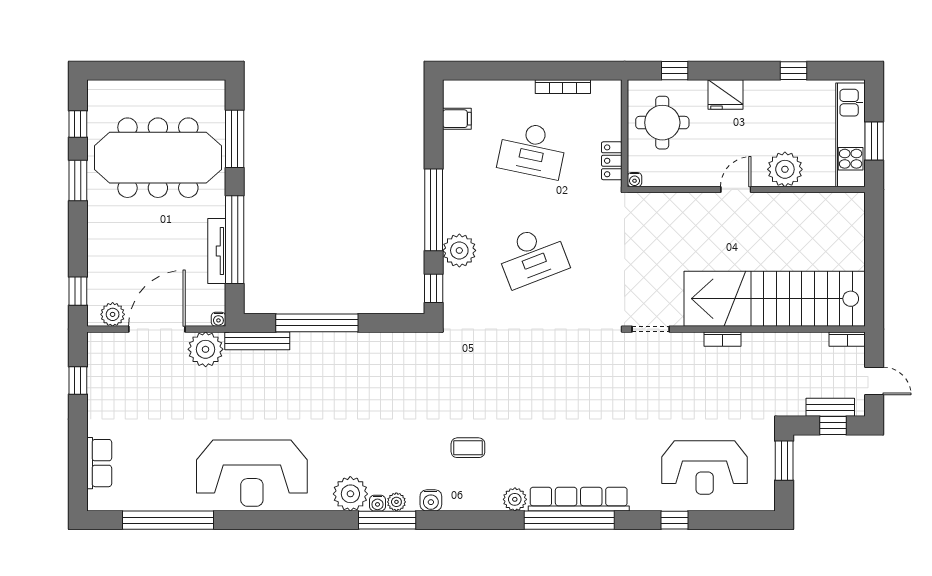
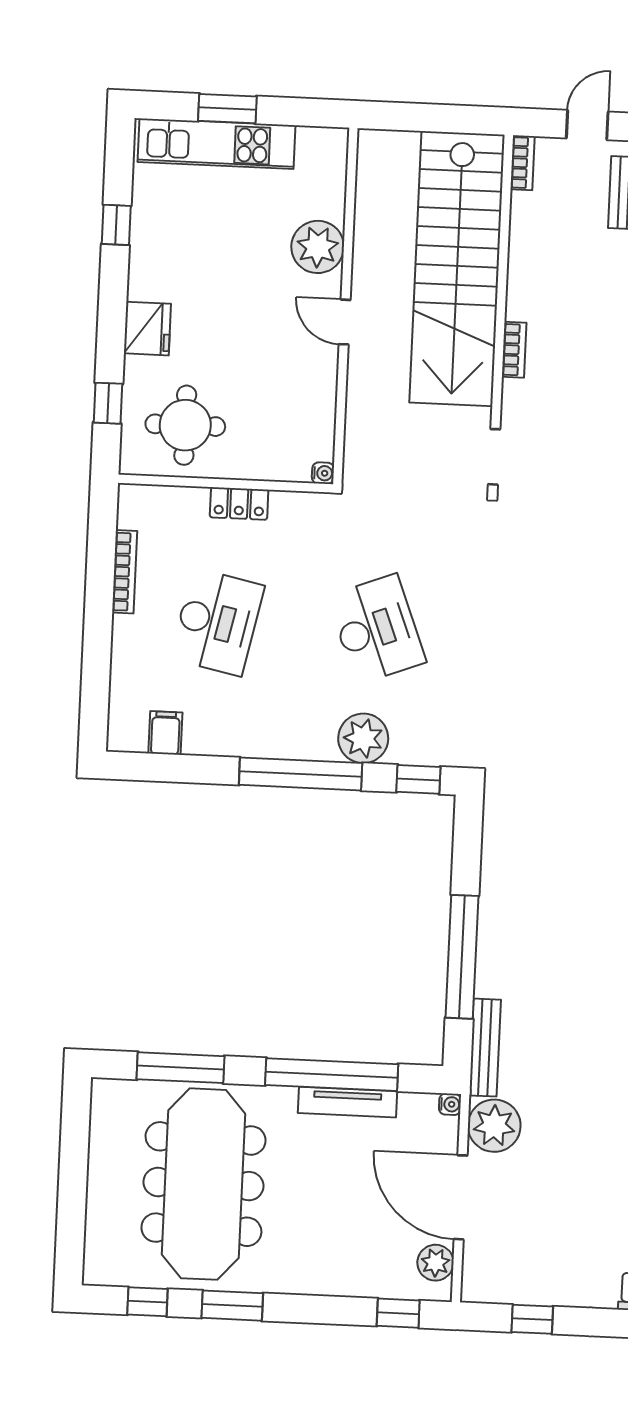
plant: (785, 169) -> (318, 247), moved
water cooler: (635, 180) -> (323, 473), moved
door: (736, 189) -> (345, 322), moved
wall: (746, 189) -> (345, 306), moved

